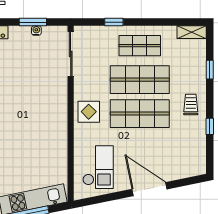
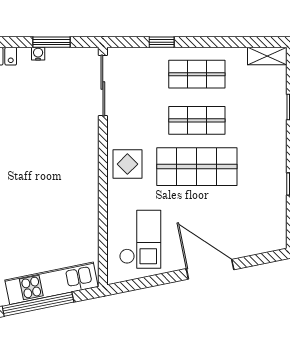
water cooler: (36, 31) -> (38, 54), moved
shop shelf: (140, 80) -> (197, 120), width x0.70, depth x0.74
trolley: (191, 105) -> (266, 154), removed

